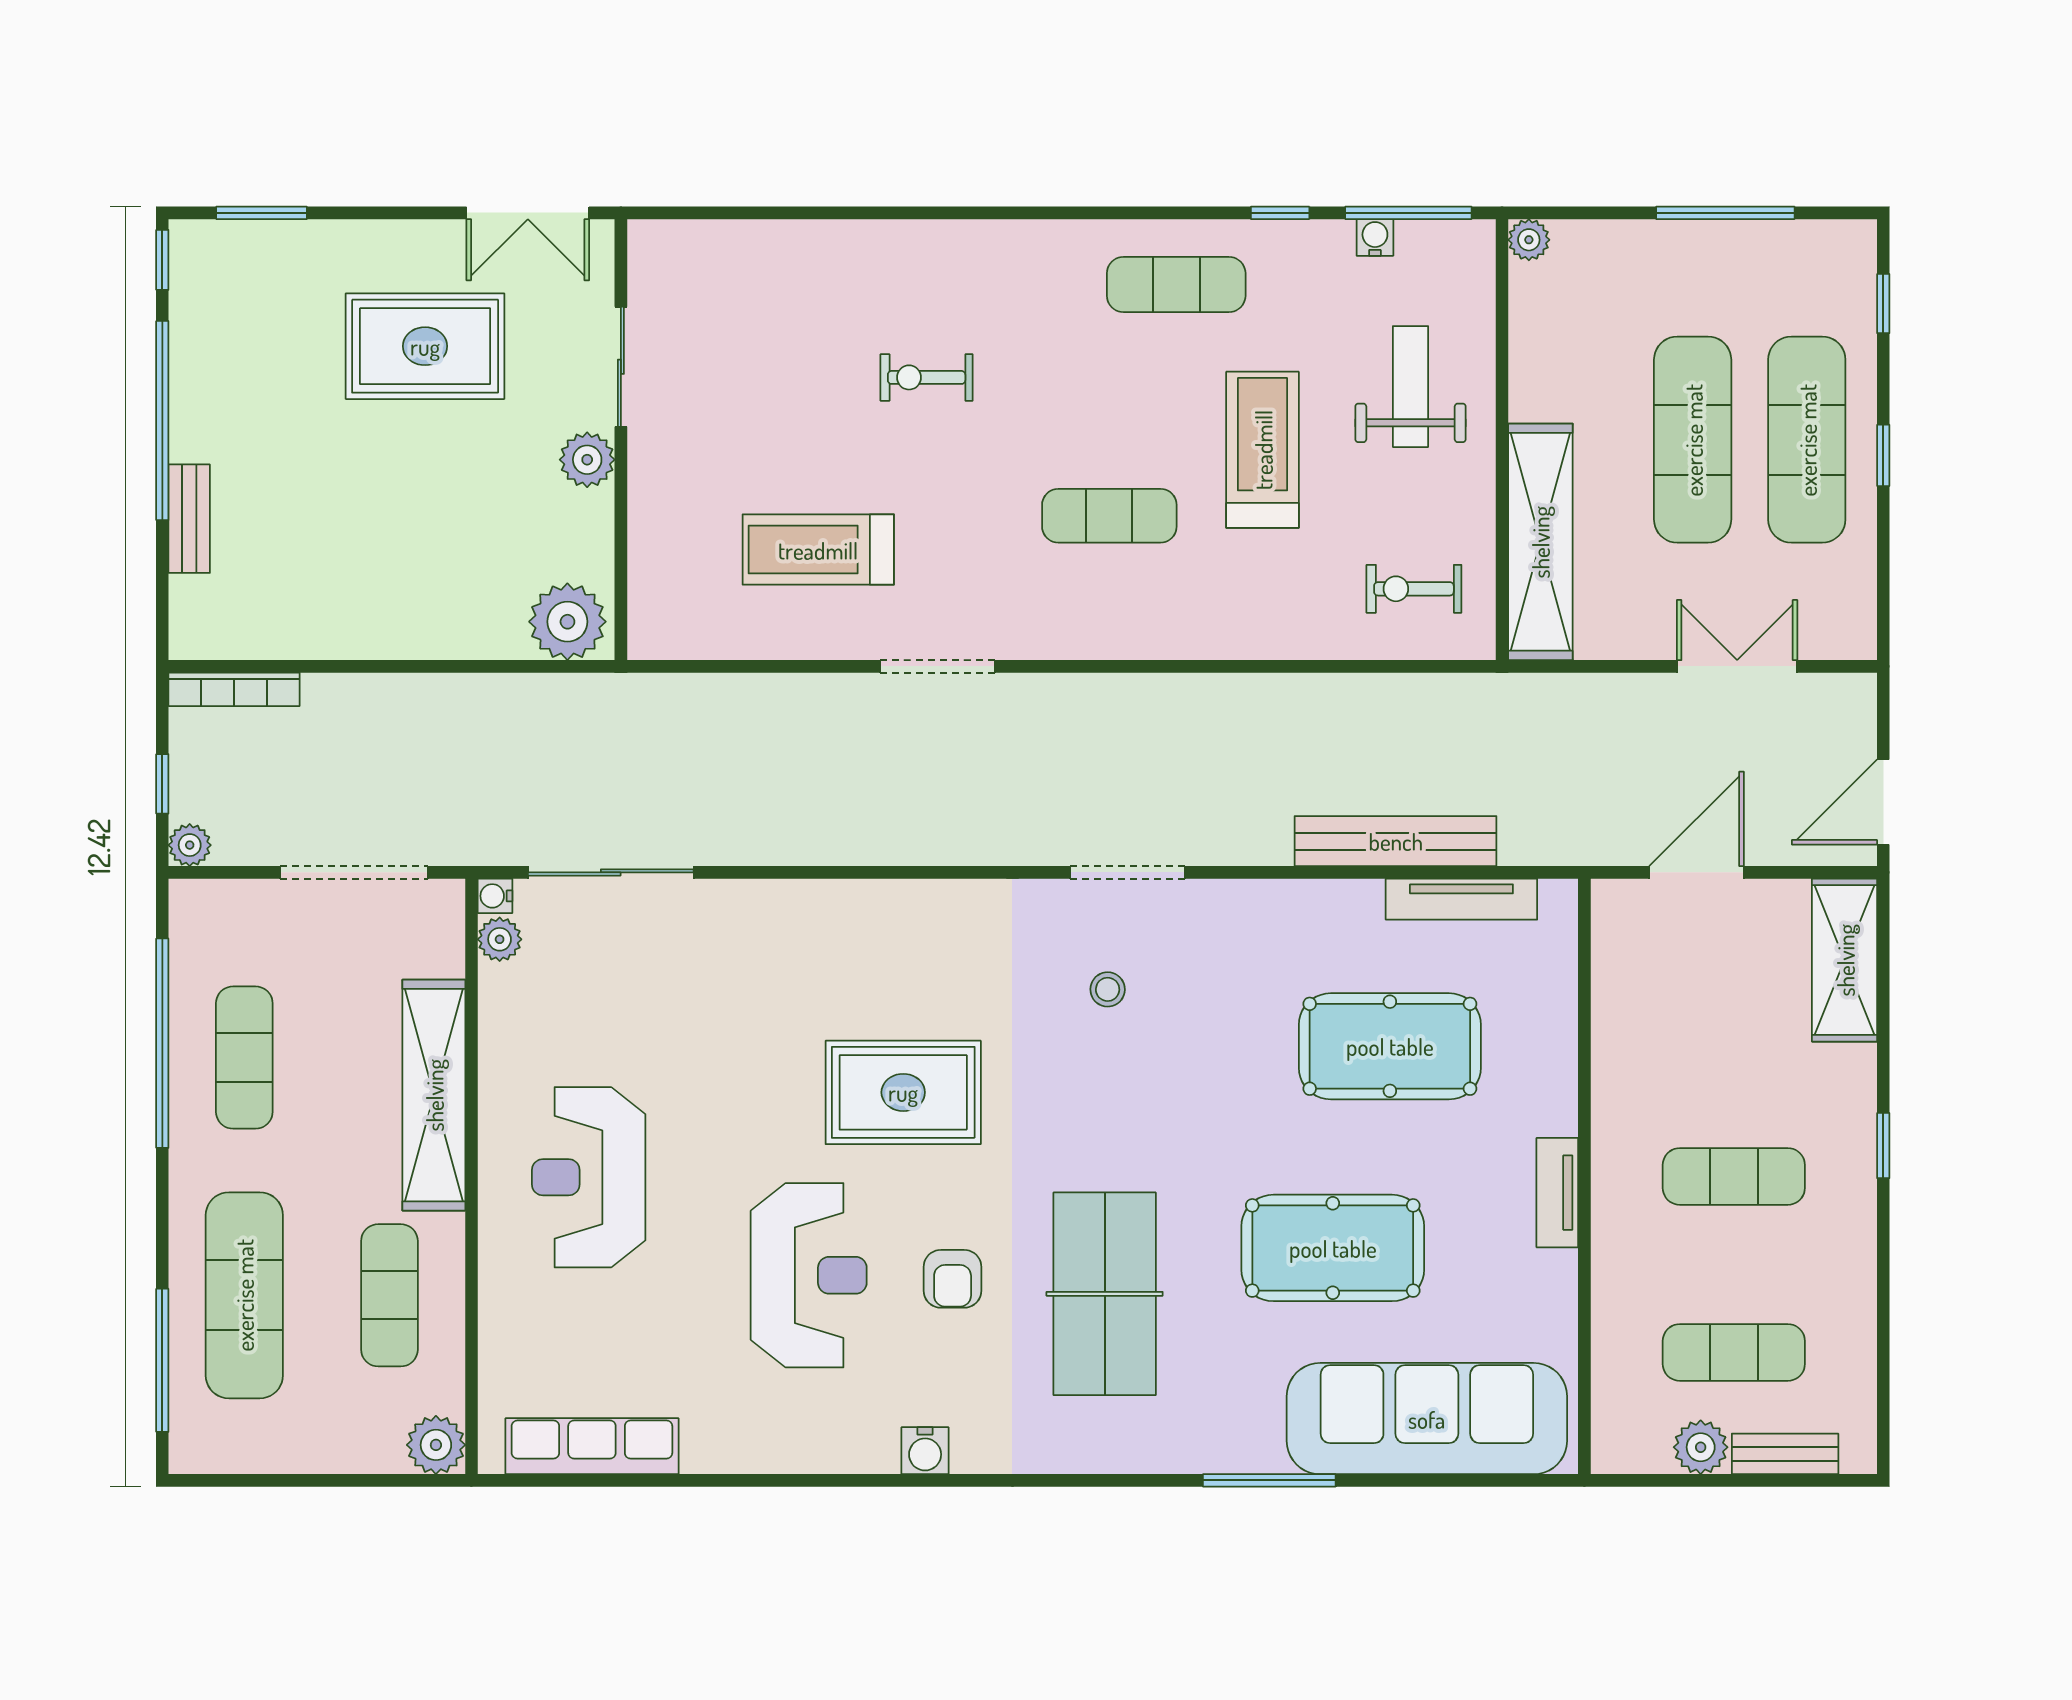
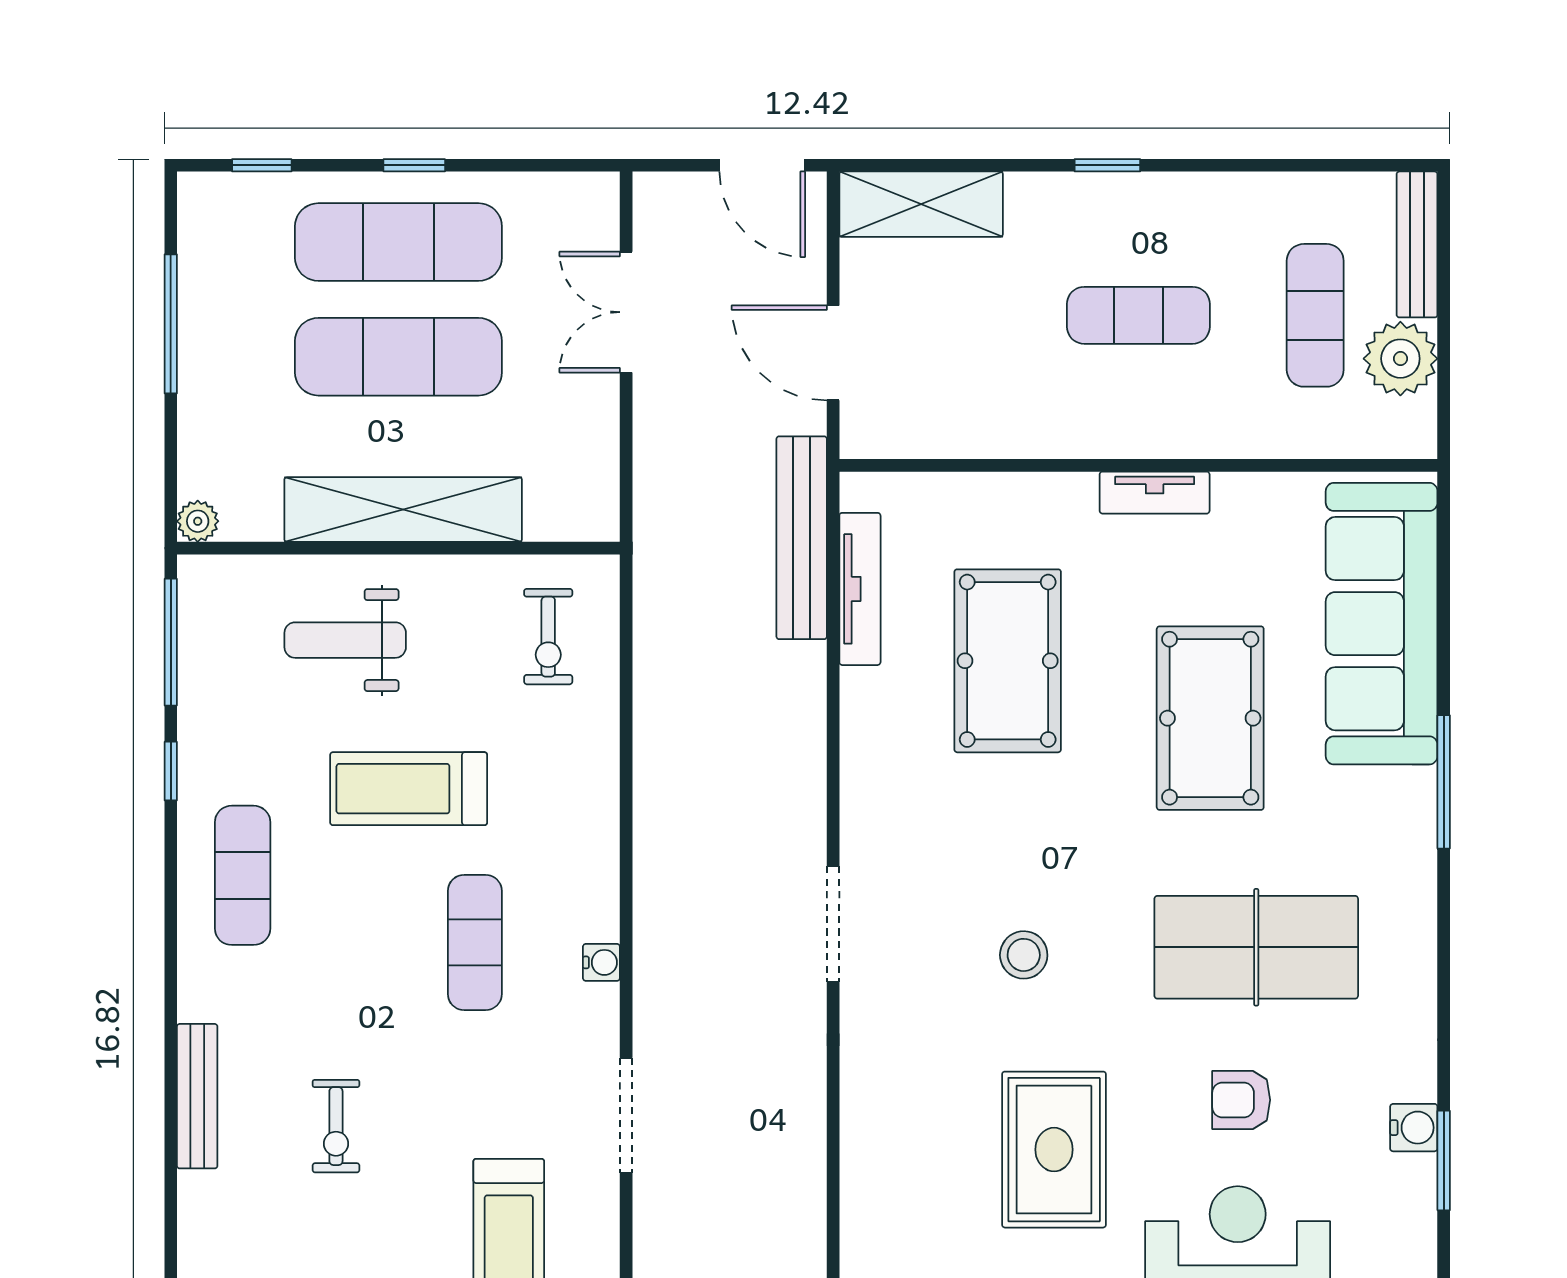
water cooler: (1375, 237) -> (601, 962), moved, turned 180
bench: (956, 239) -> (197, 1096), added
shelving: (1540, 542) -> (403, 510), moved
bench: (1396, 841) -> (802, 538), moved
stool: (1108, 989) -> (1024, 955), moved, width x1.37, depth x1.37
exercise mat: (1734, 1176) -> (1138, 315), turned 90
armchair: (953, 1279) -> (1241, 1100), turned 180
plant: (1701, 1447) -> (1400, 359), width x1.36, depth x1.36
bench: (1785, 1454) -> (1417, 244), width x1.36
window: (892, 1480) -> (1444, 1161), added

